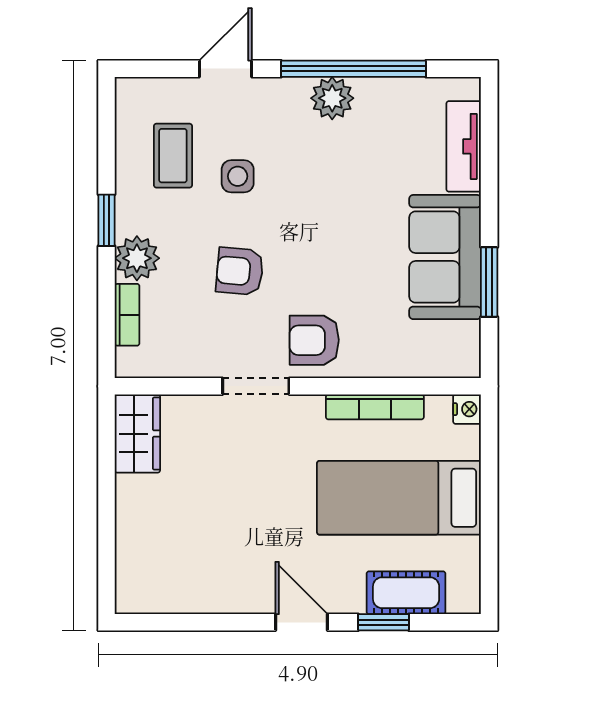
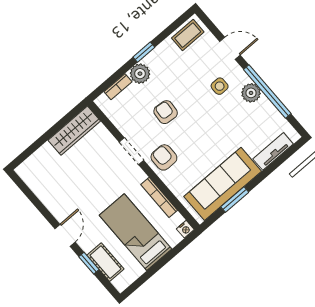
coffee table: (173, 156) -> (188, 35), moved
side table: (238, 176) -> (220, 86), moved
sofa: (445, 257) -> (223, 184), width x1.36
wardrobe: (137, 434) -> (74, 131), width x1.50

